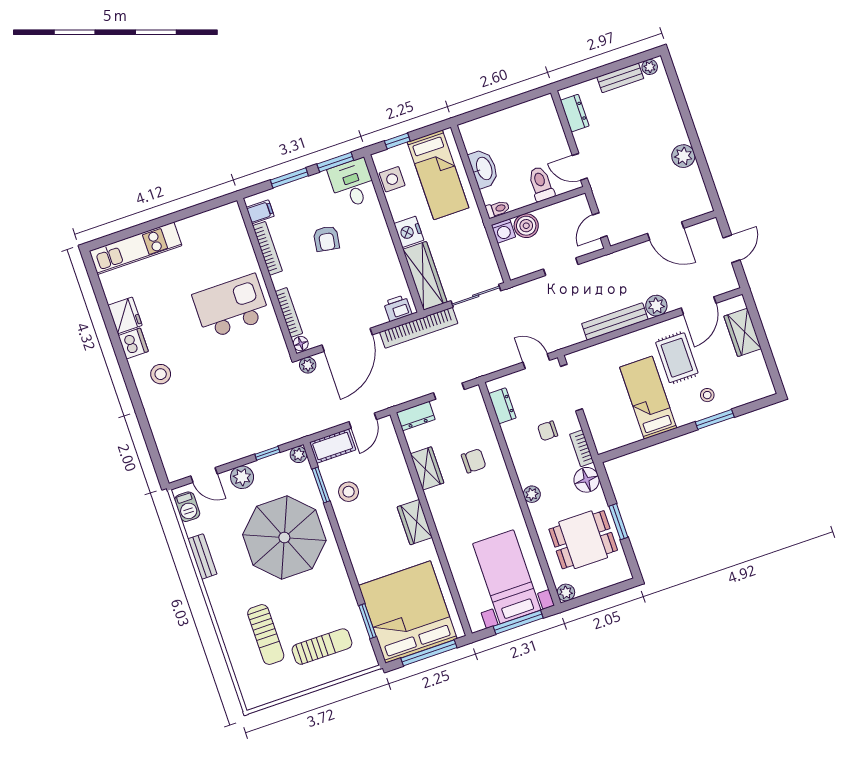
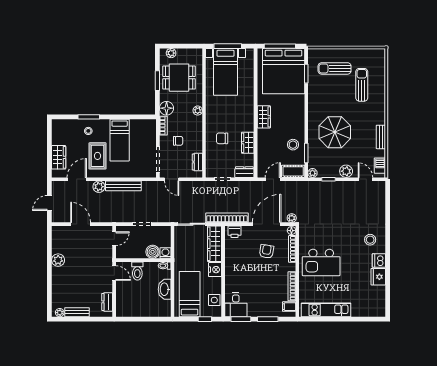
armchair: (326, 239) -> (267, 251), moved
kitchen unit: (136, 248) -> (326, 310), moved
parasol: (284, 538) -> (335, 132), width x0.73, depth x0.73
plant: (566, 593) -> (171, 53), moved

